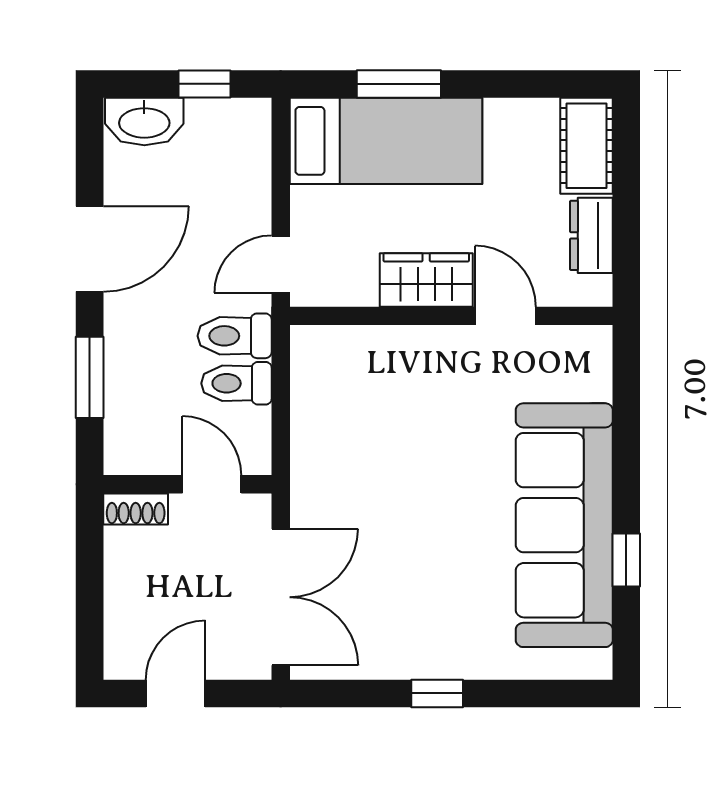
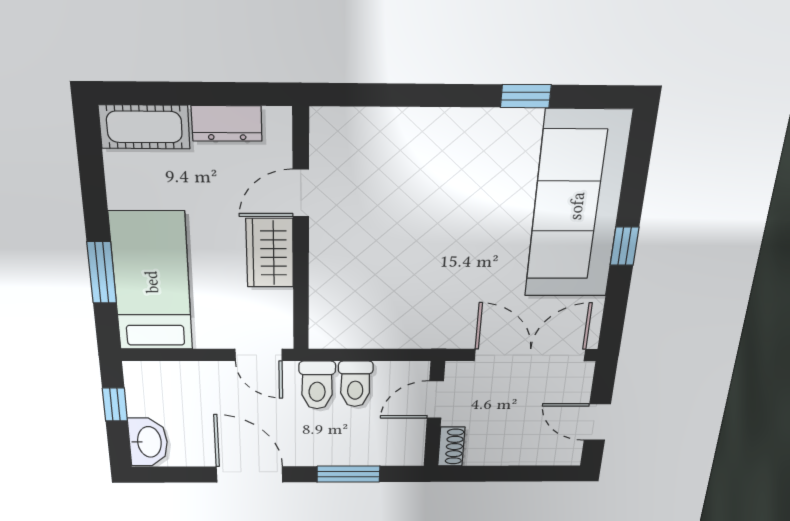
sofa: (564, 525) -> (577, 206), moved, turned 90

